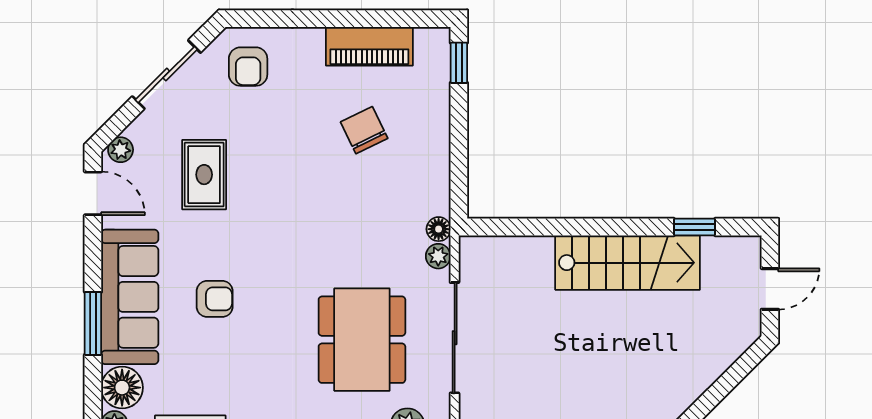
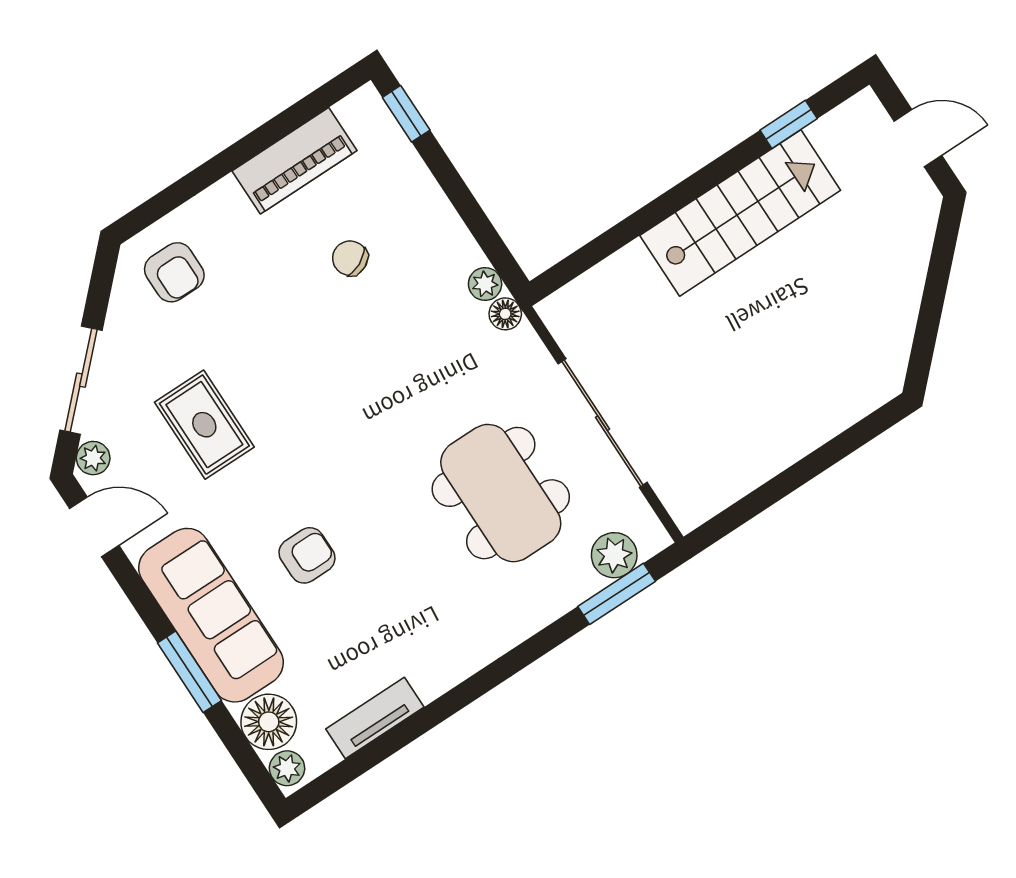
sliding door: (166, 75) -> (81, 380), moved
chair: (364, 130) -> (350, 258), width x0.73, depth x0.73
plant: (438, 256) -> (485, 284), moved
door: (770, 289) -> (918, 138), hinge flipped

